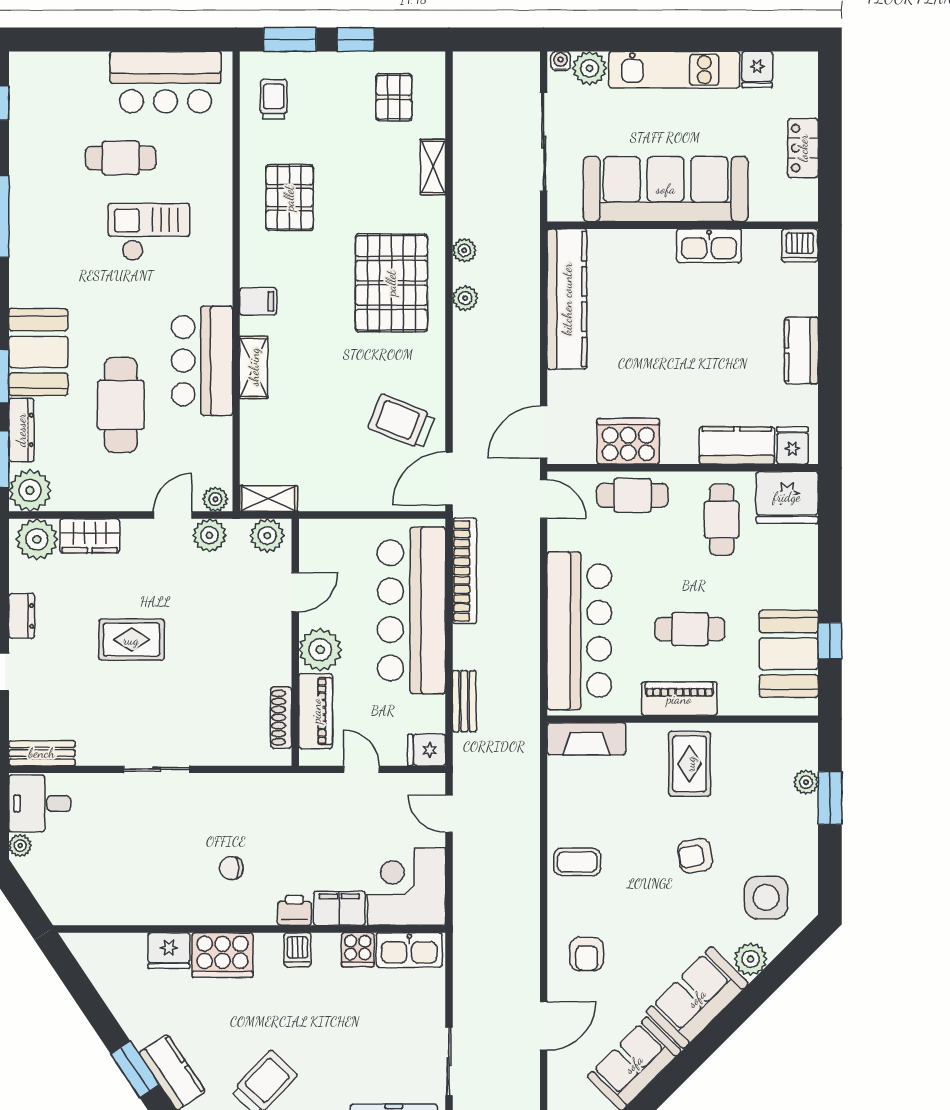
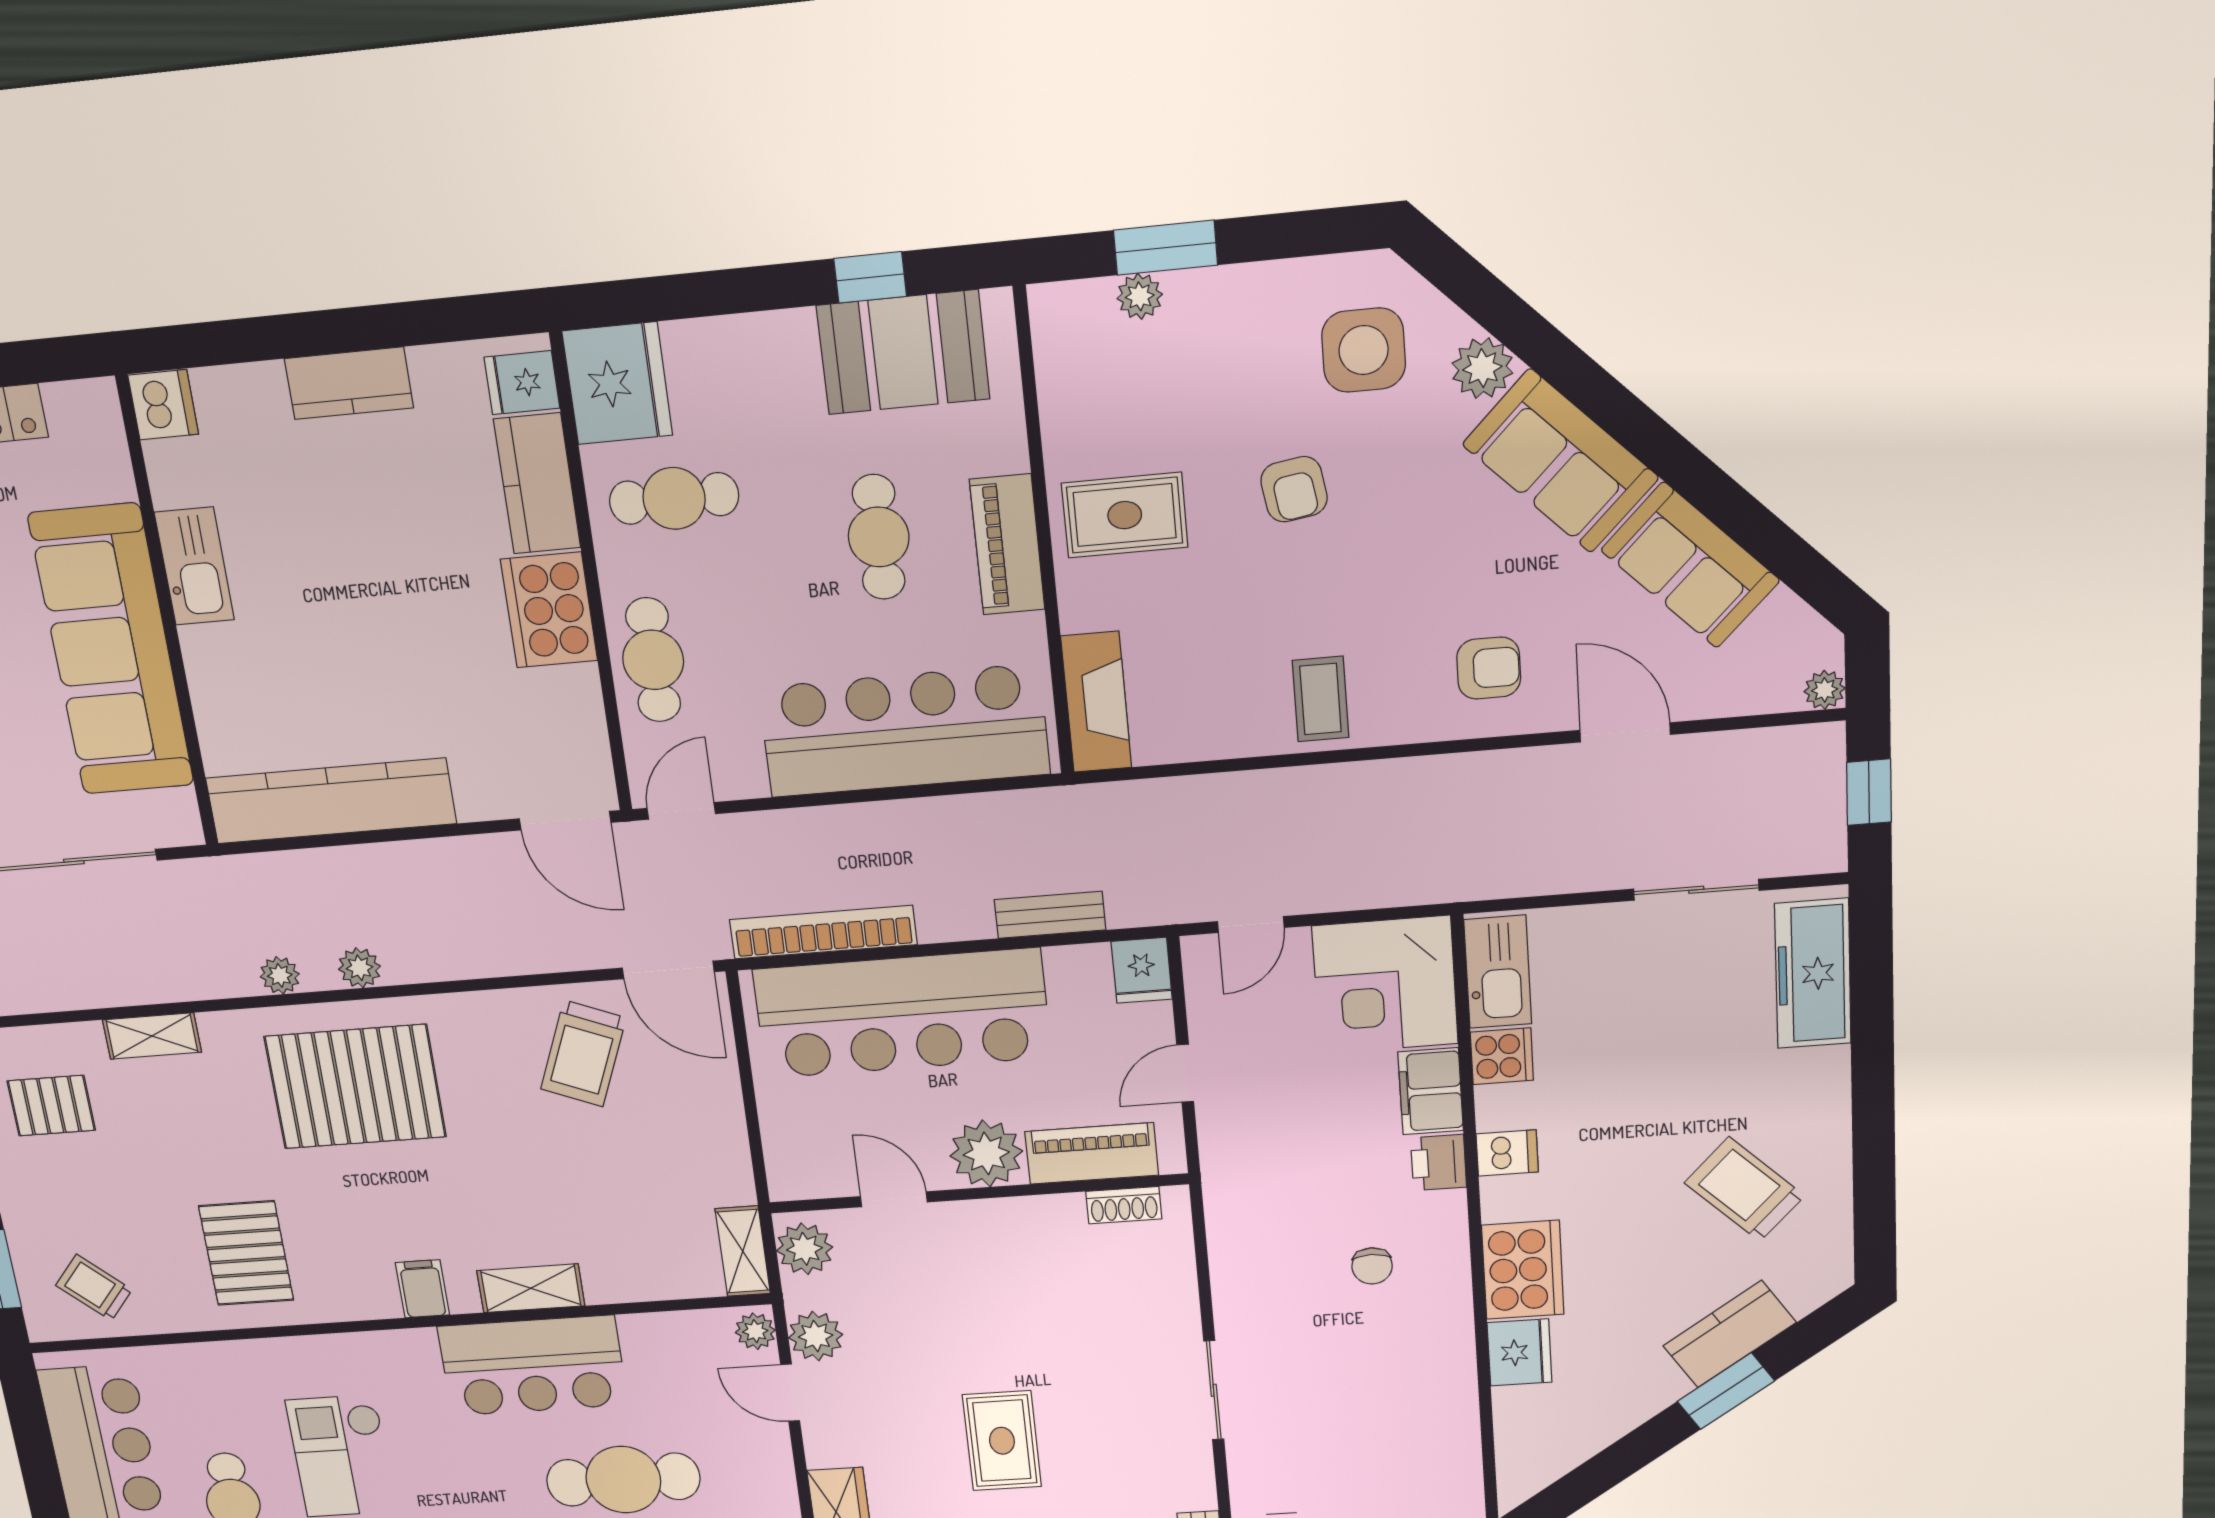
trolley: (274, 99) -> (94, 1288), turned 41
pallet: (289, 198) -> (246, 1253), turned 90
cooker: (628, 441) -> (549, 610), moved
shoe rack: (281, 718) -> (1124, 1205), width x0.70

